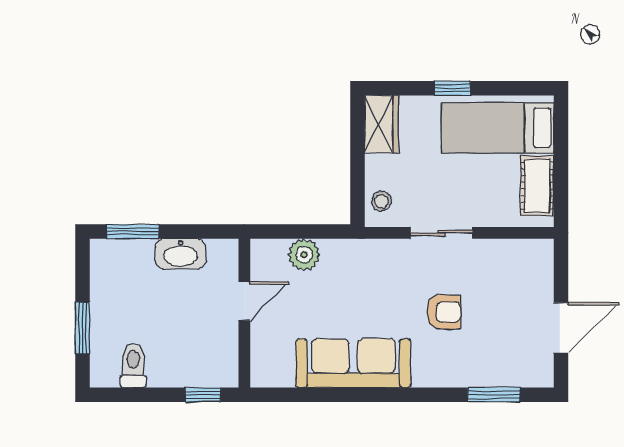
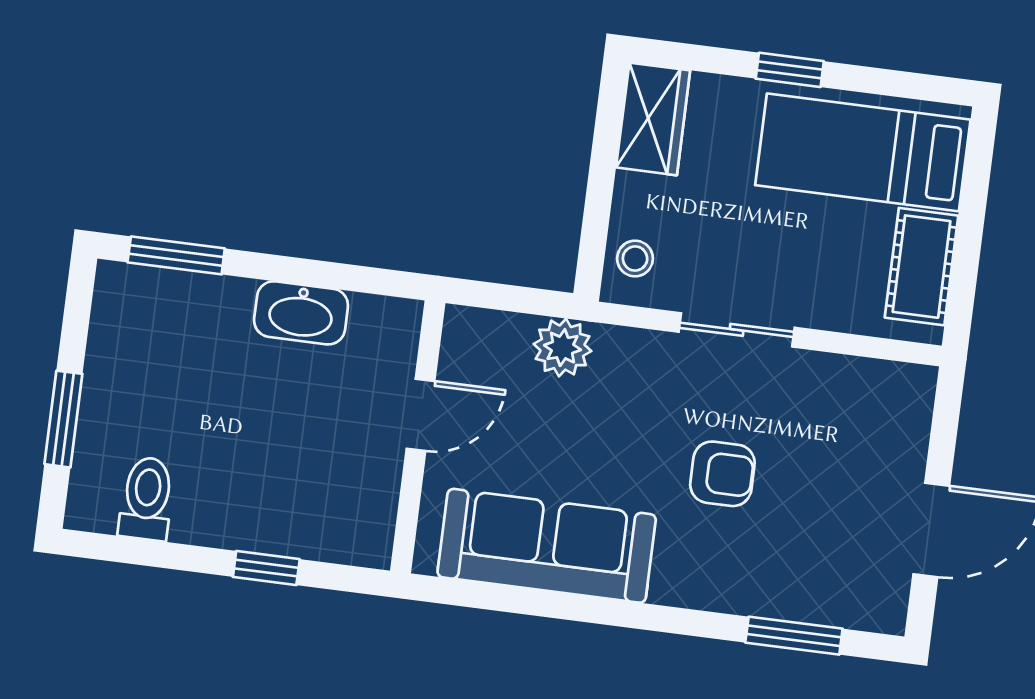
washbasin: (180, 254) -> (301, 313), moved
plant: (304, 255) -> (562, 348), moved
door: (244, 301) -> (421, 415), moved
wall: (244, 313) -> (418, 437), moved

